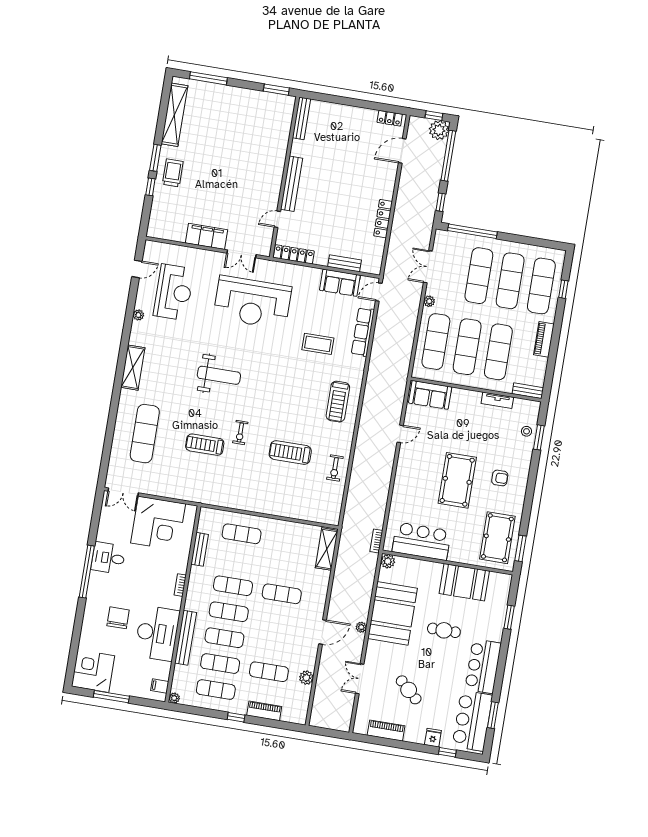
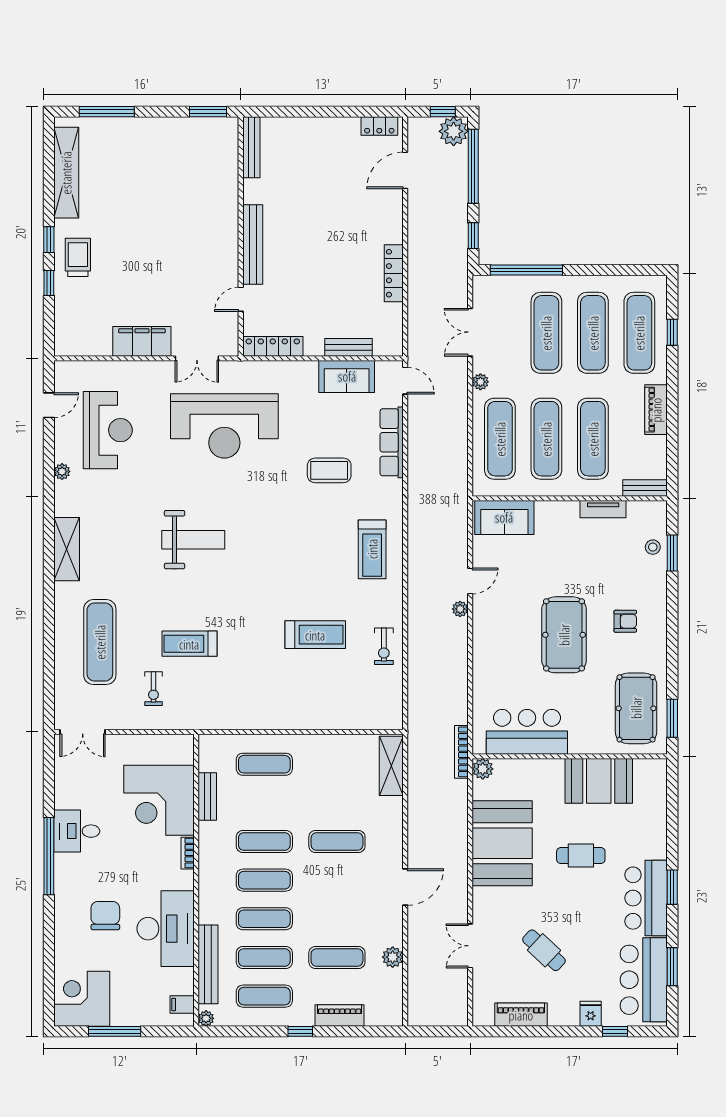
window: (155, 158) -> (49, 240), width x0.67
door: (379, 292) -> (405, 381), swing flipped
exercise bike: (240, 432) -> (153, 689), moved
treadmill: (290, 453) -> (315, 635), turned 180
corner desk: (158, 523) -> (159, 800), moved, turned 90
bookcase: (376, 541) -> (461, 752), width x1.56
window: (509, 617) -> (672, 887), moved
plant: (361, 627) -> (460, 609), moved
bench: (186, 638) -> (208, 964), moved

